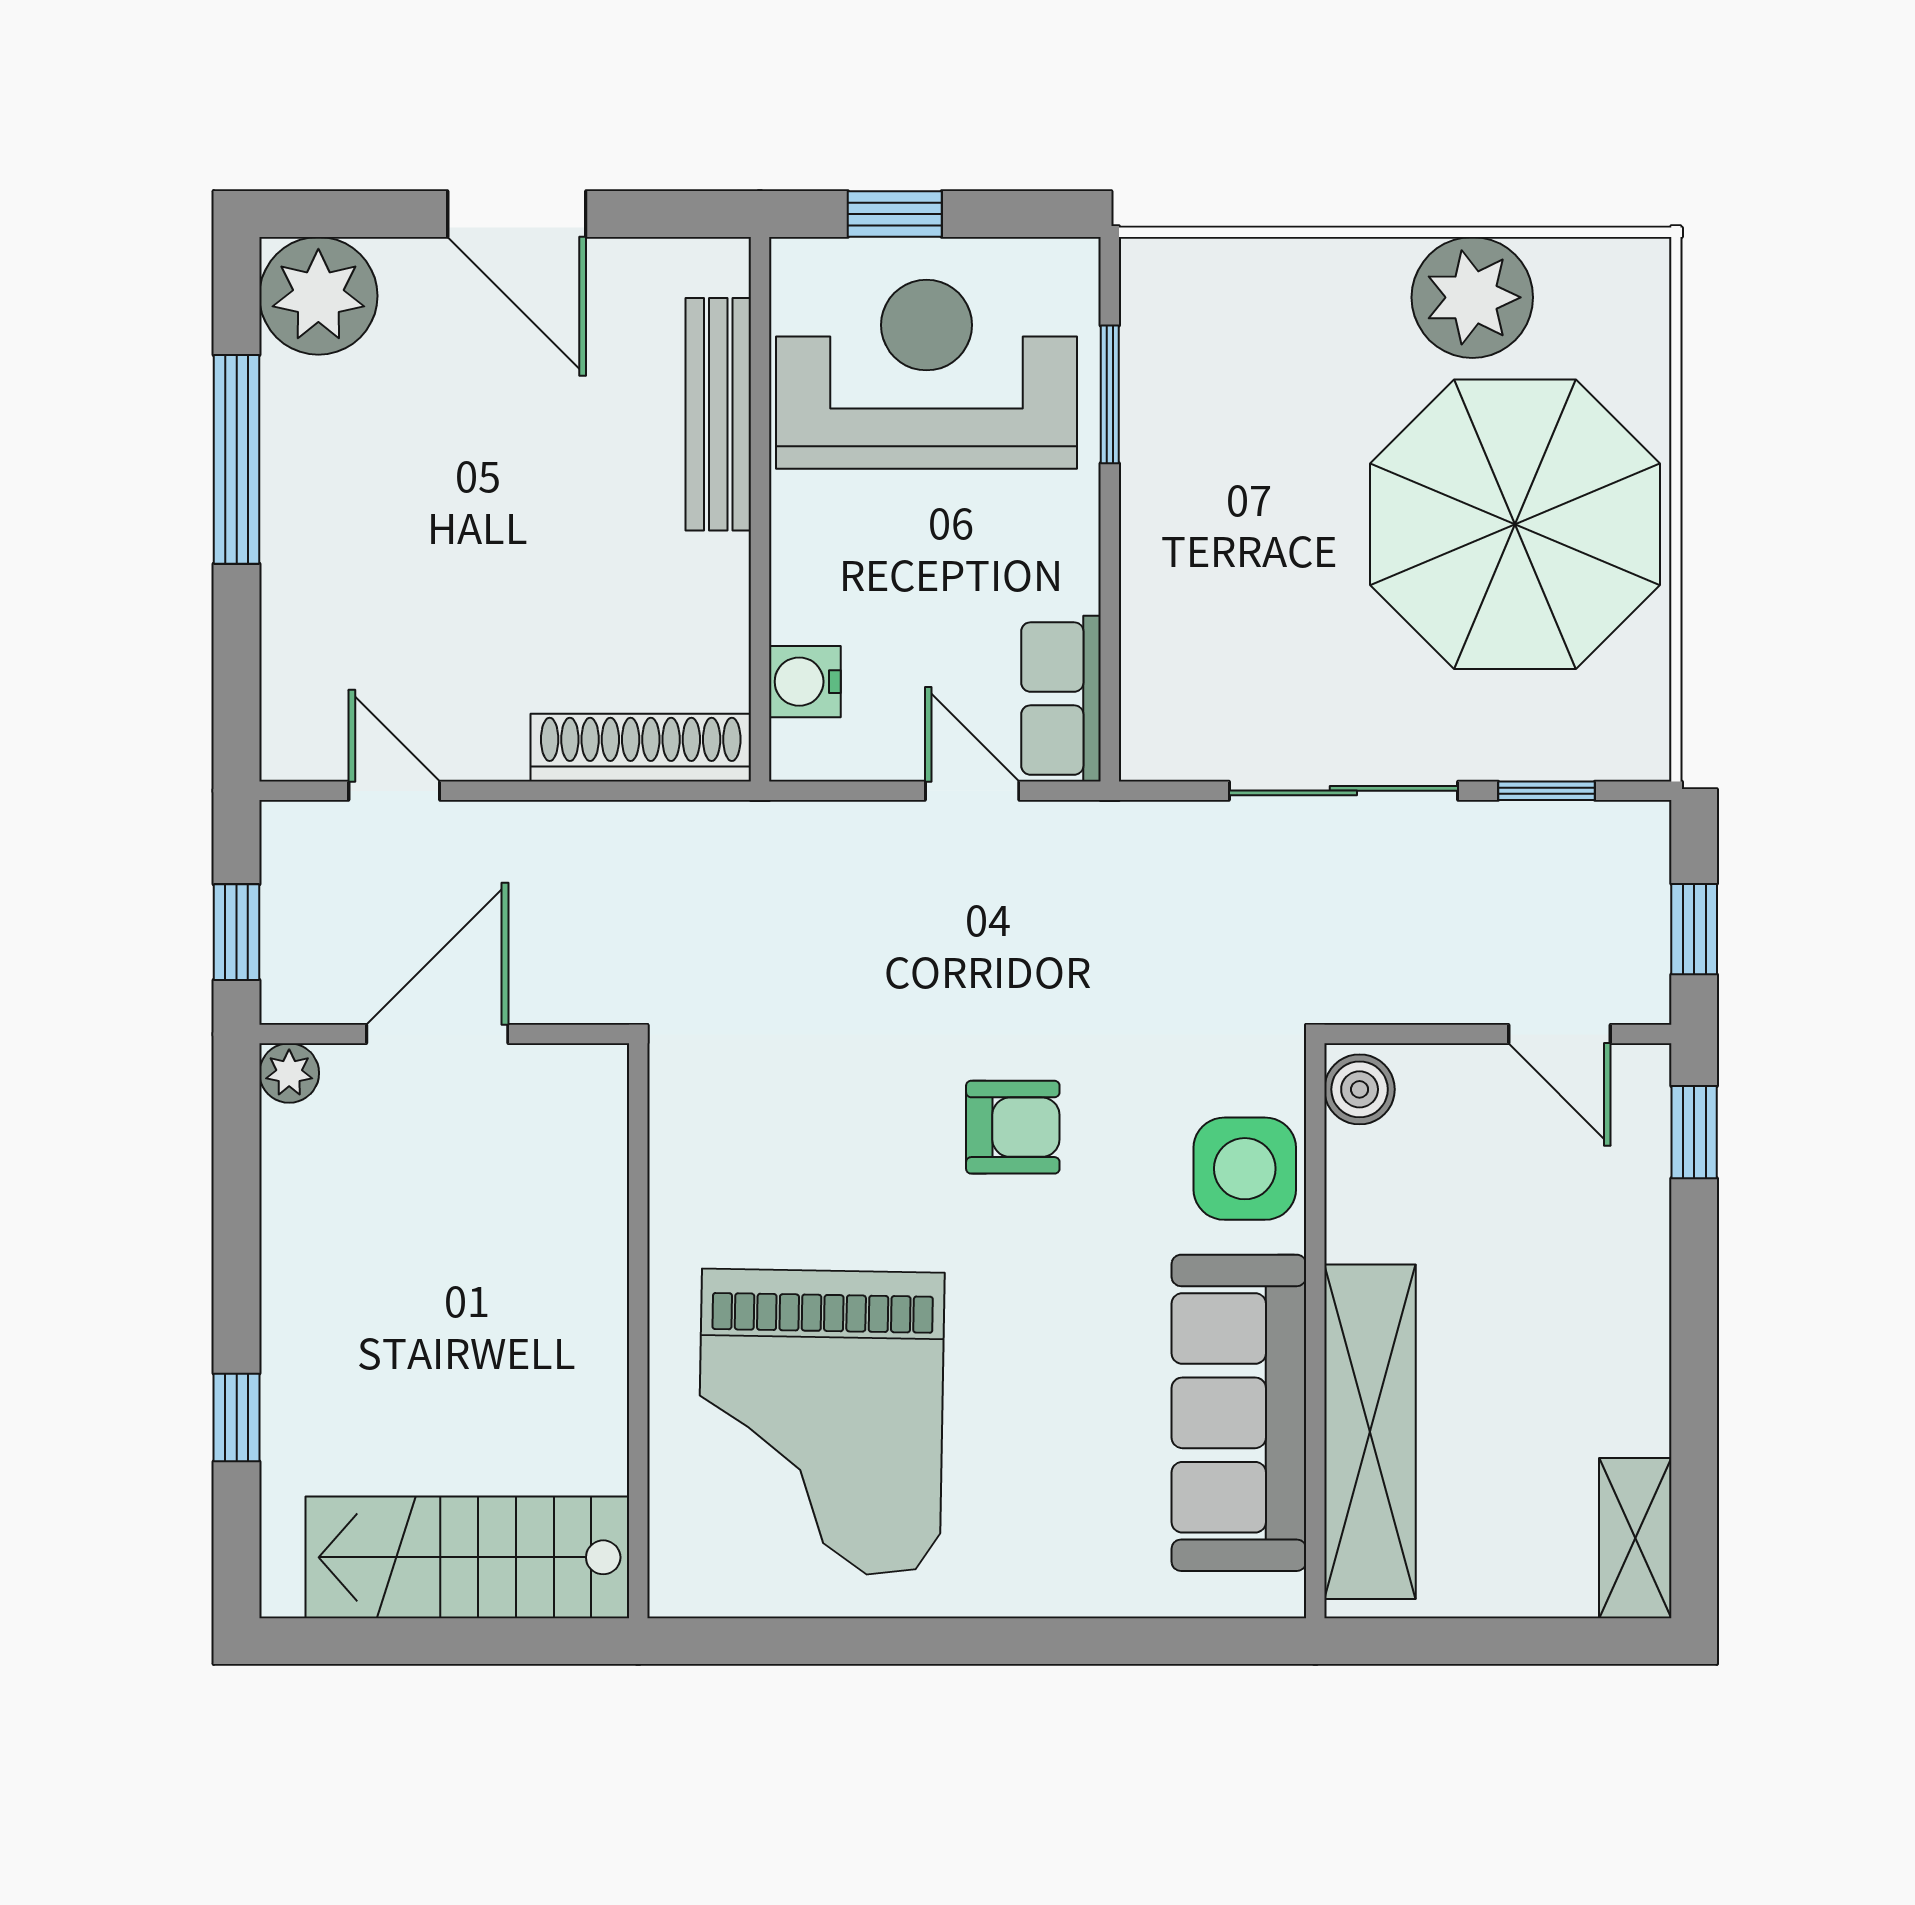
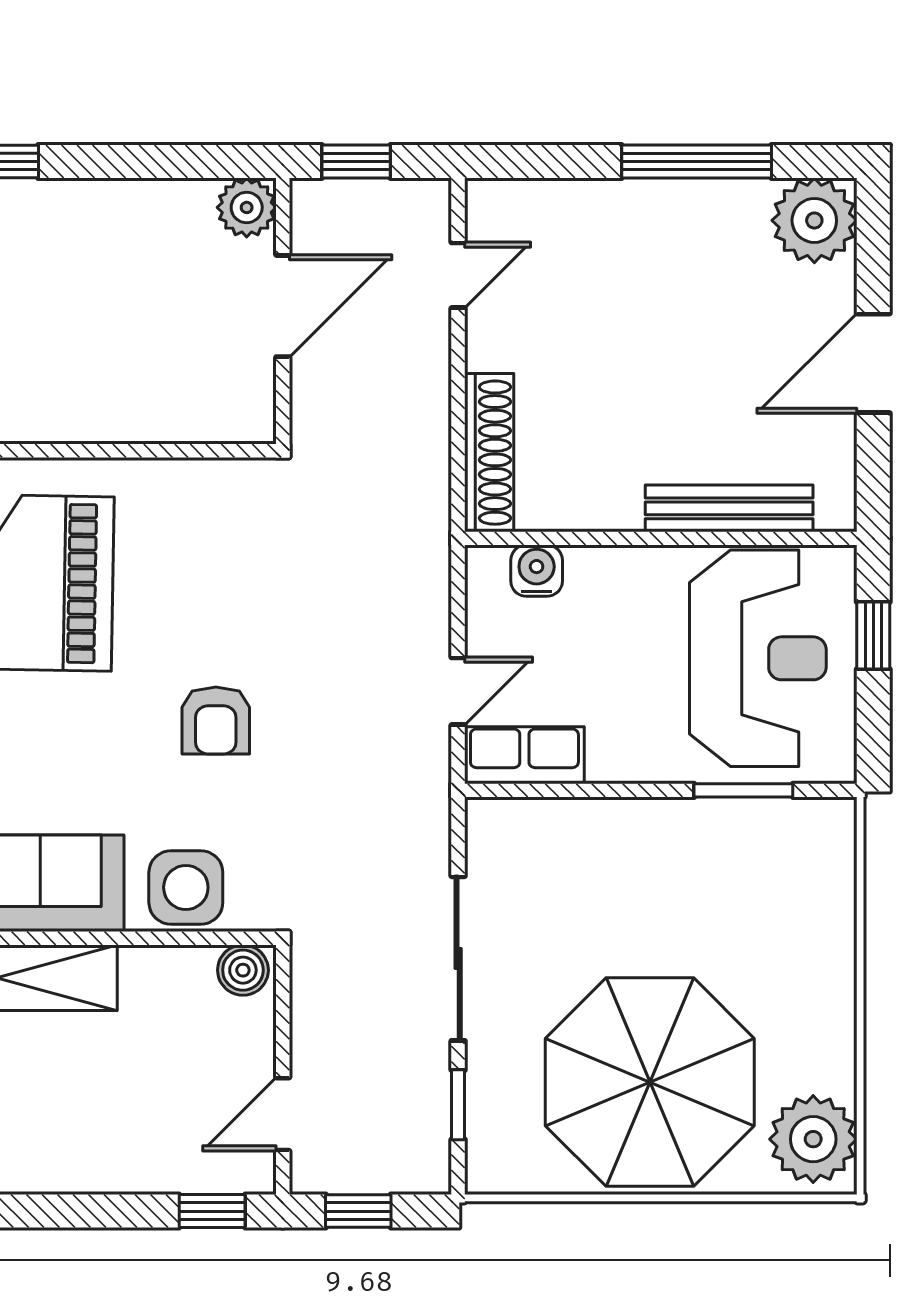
plant: (1472, 297) -> (813, 1139), moved
door: (437, 1034) -> (283, 306), hinge flipped
plant: (289, 1073) -> (247, 207), width x1.38, depth x1.38

